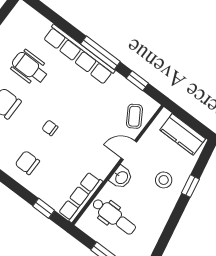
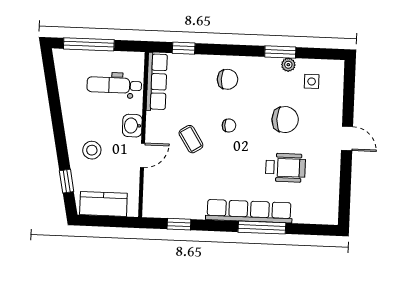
window: (100, 53) -> (262, 227), moved
coffee table: (134, 116) -> (191, 139), moved
window: (190, 186) -> (67, 181), moved

